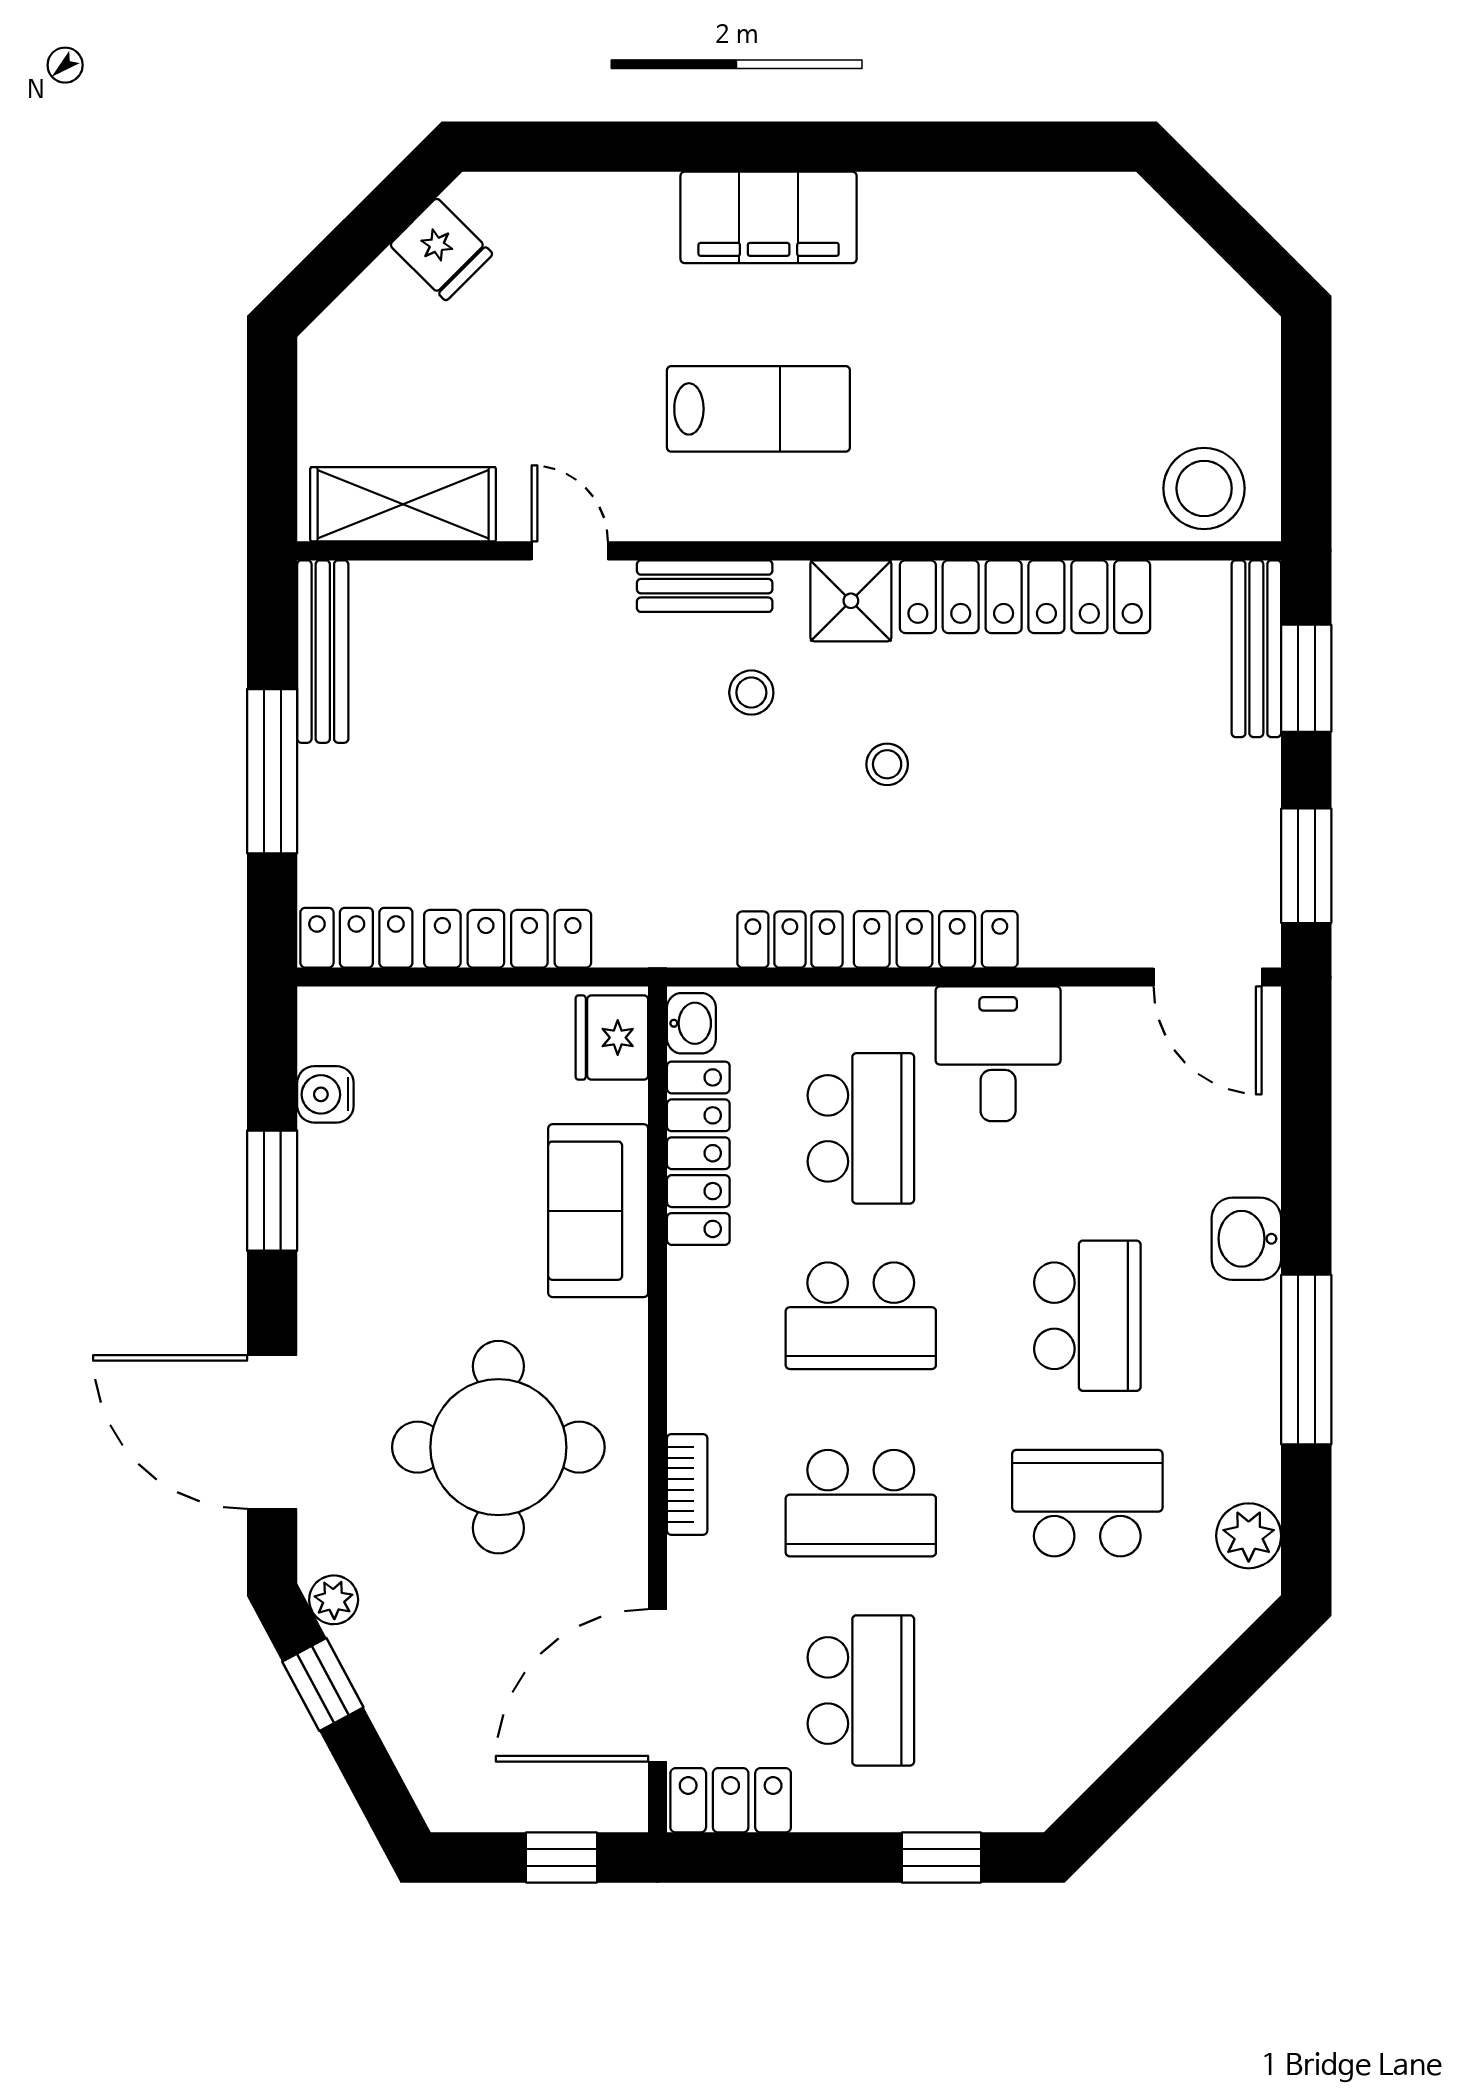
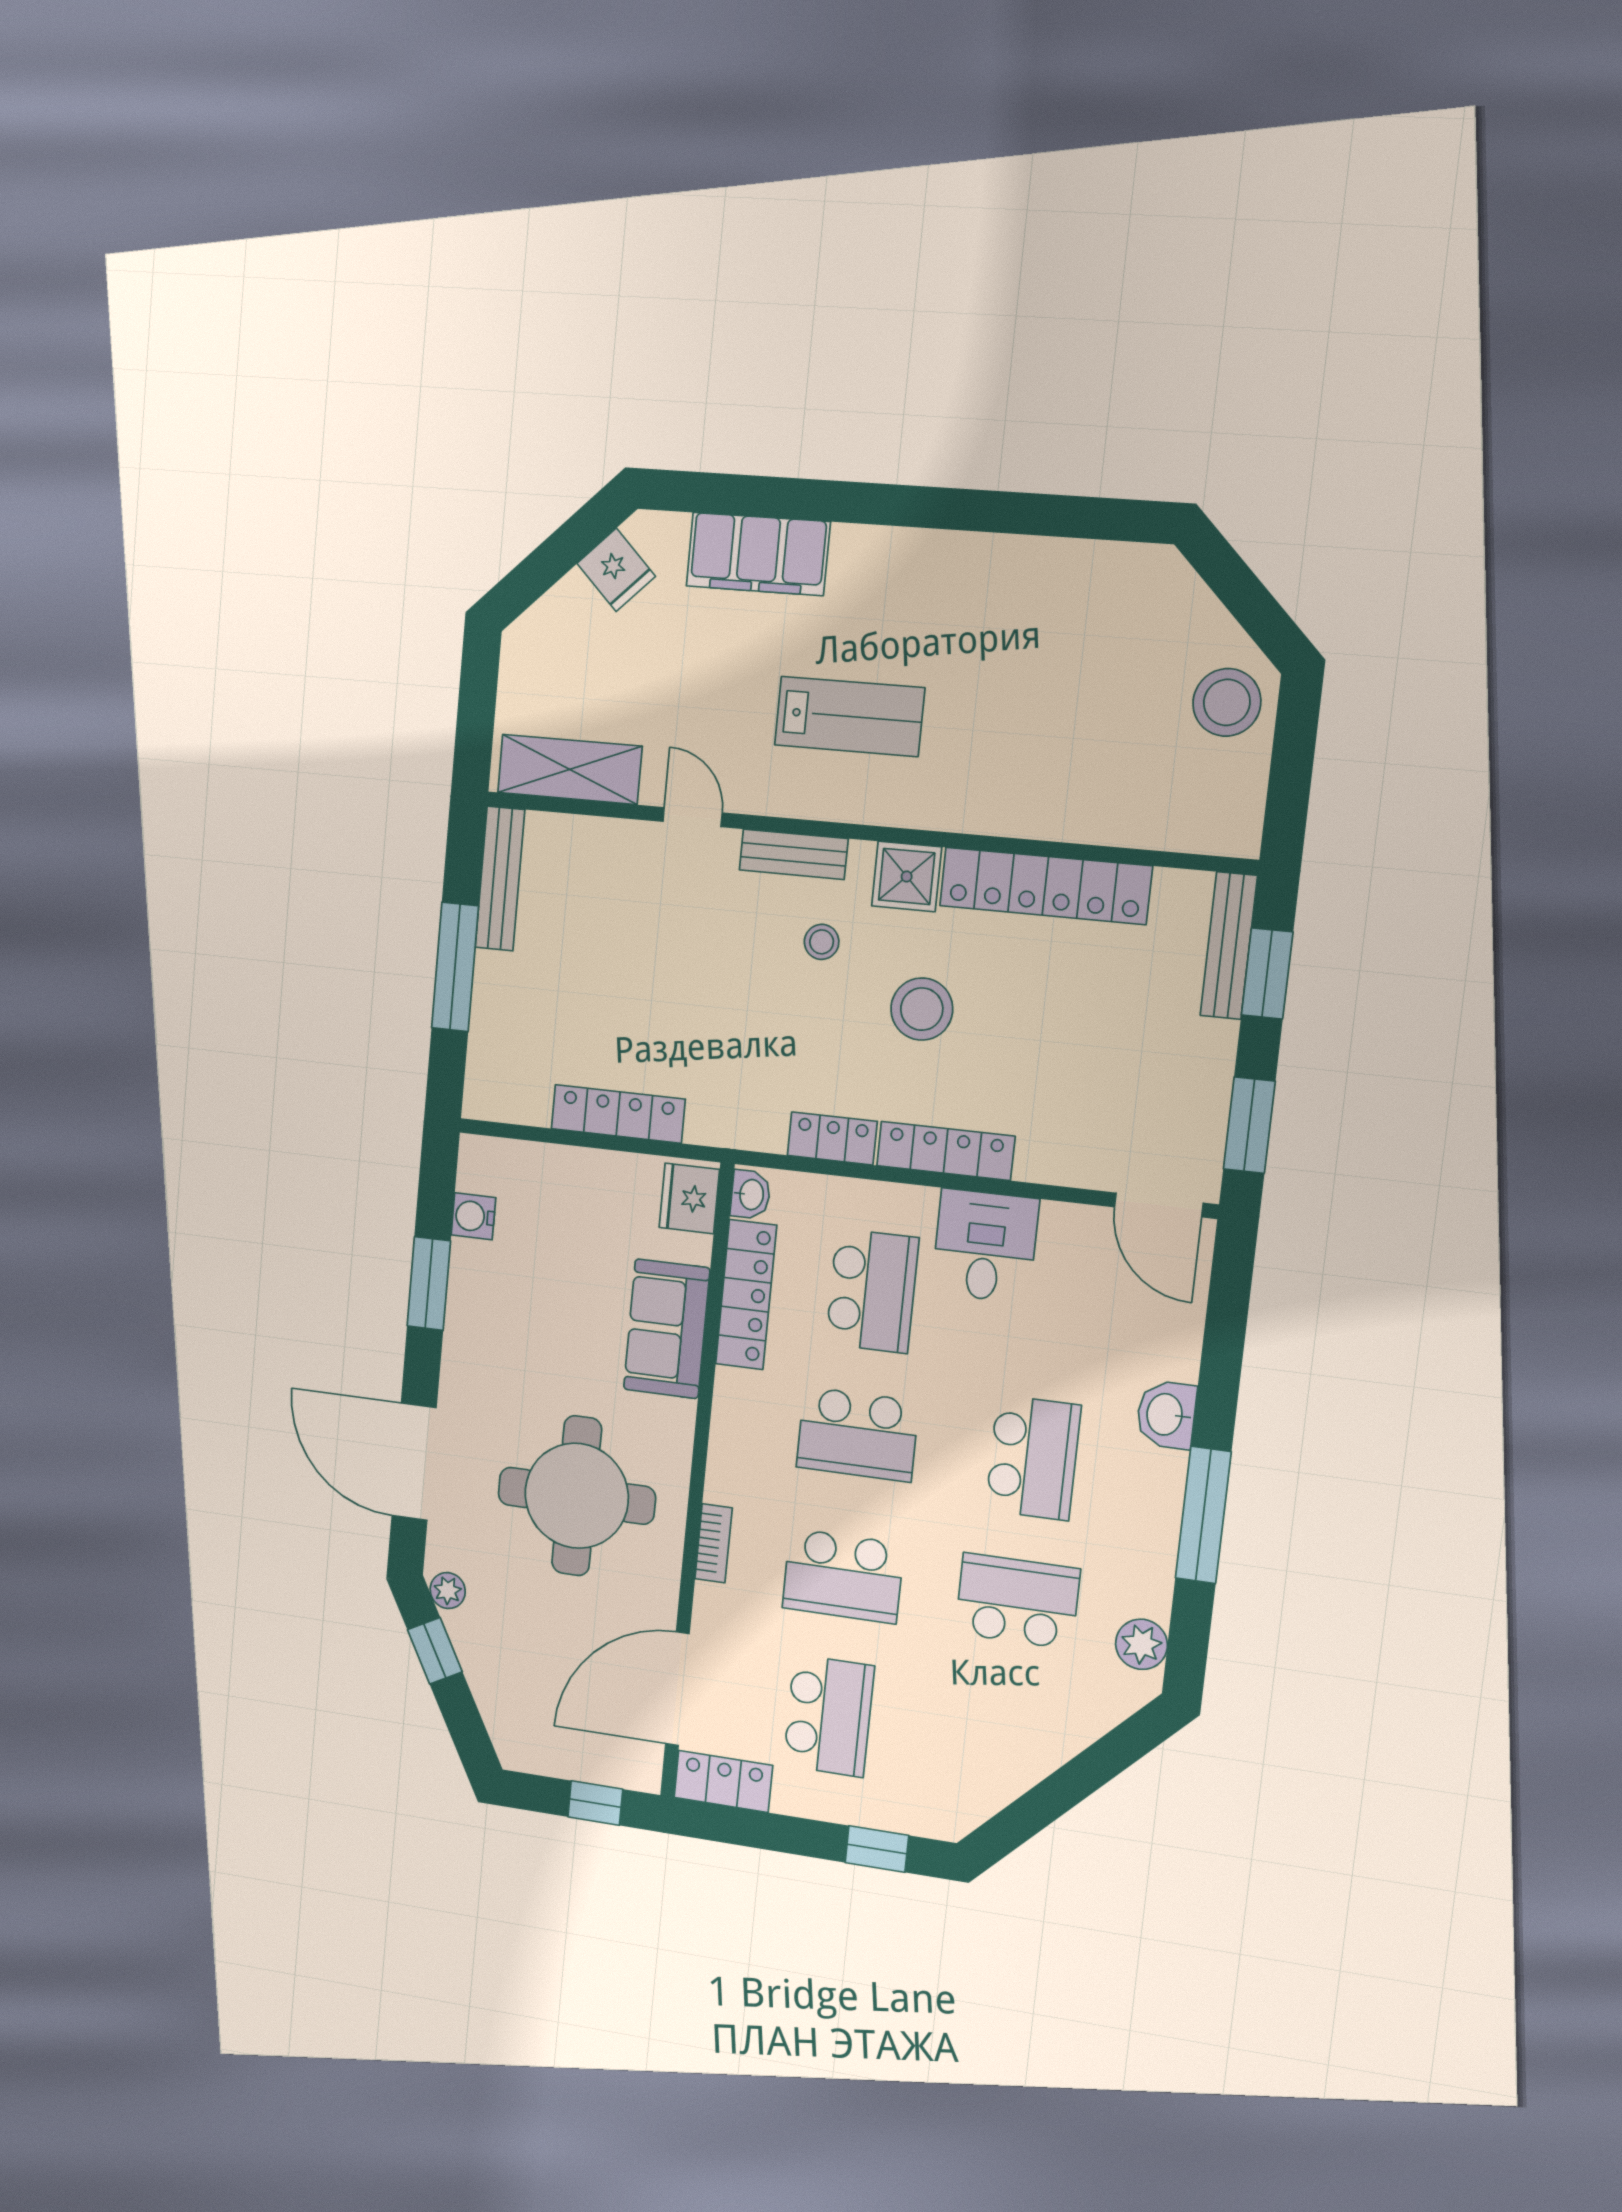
filing cabinet: (769, 217) -> (758, 554), moved
stool: (1204, 488) -> (1227, 702), moved
stool: (887, 764) -> (922, 1009), width x1.89, depth x1.89
locker: (356, 938) -> (506, 1101), removed

